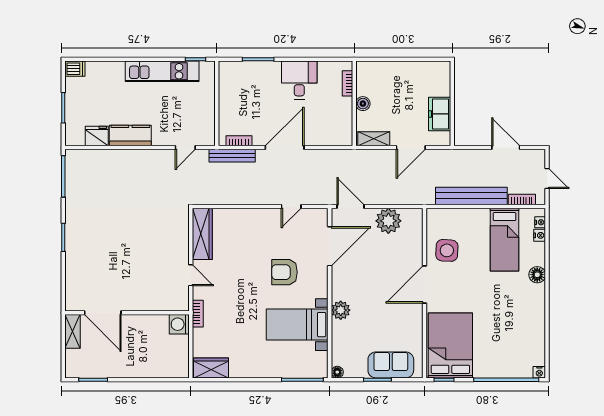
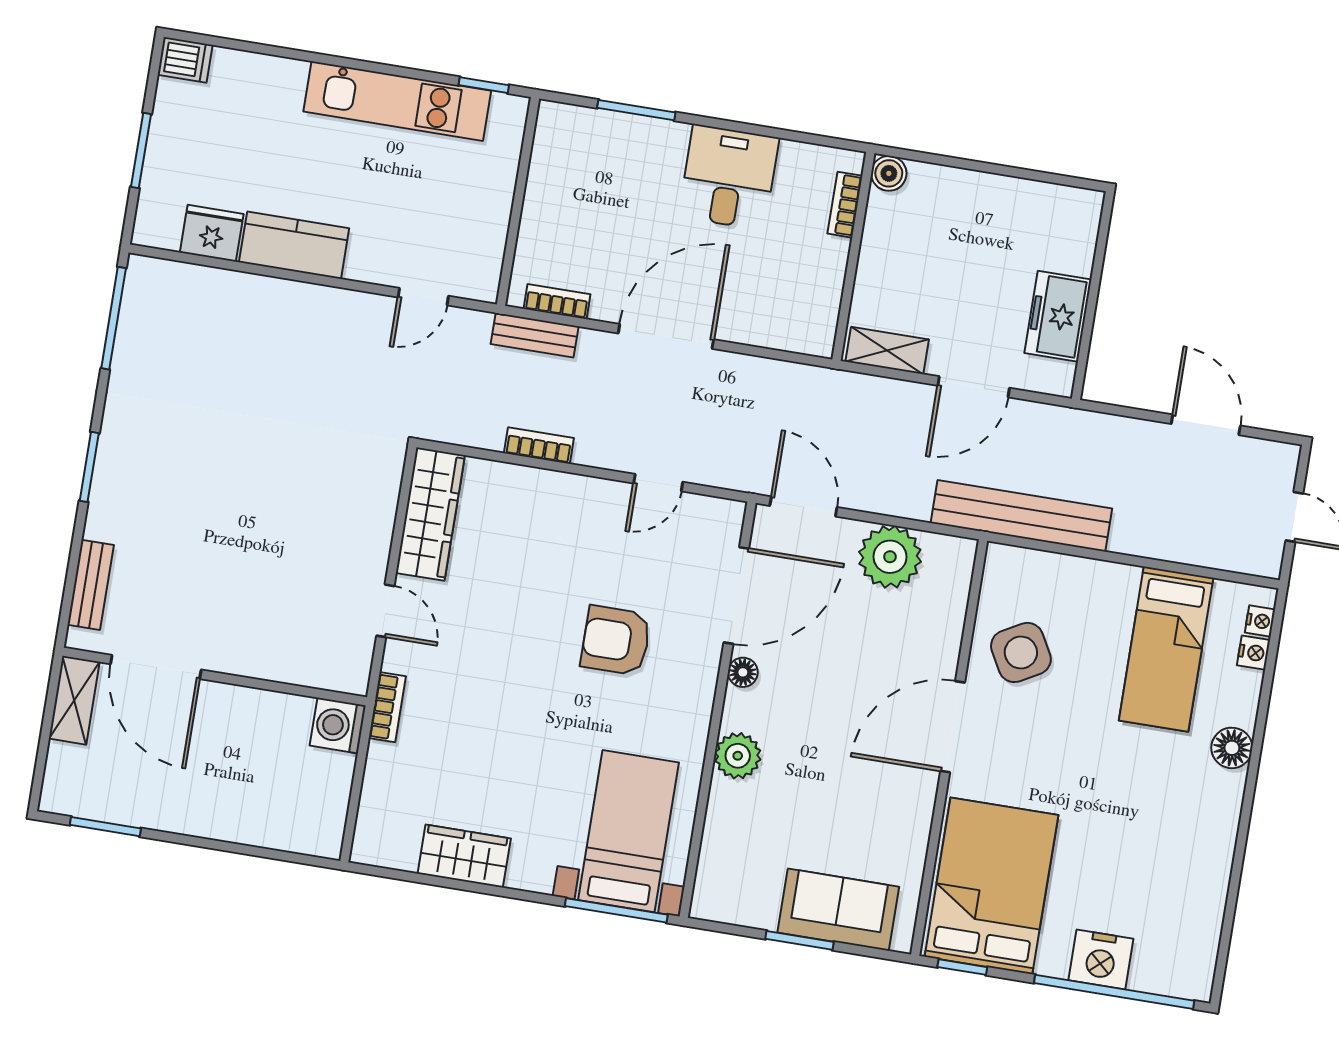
boiler: (363, 104) -> (889, 173), moved
bench: (232, 156) -> (535, 335), width x0.73
bench: (471, 196) -> (1021, 516), moved
bookcase: (522, 199) -> (539, 446), moved
side table: (447, 250) -> (1021, 652), turned -32
bench: (71, 284) -> (91, 585), added
bed with nightstands: (297, 325) -> (628, 831), moved, turned 90
wardrobe: (211, 368) -> (464, 856), moved
floor lamp: (337, 372) -> (743, 672), moved
nightstand: (539, 372) -> (1101, 959), moved, width x1.89, depth x1.79

